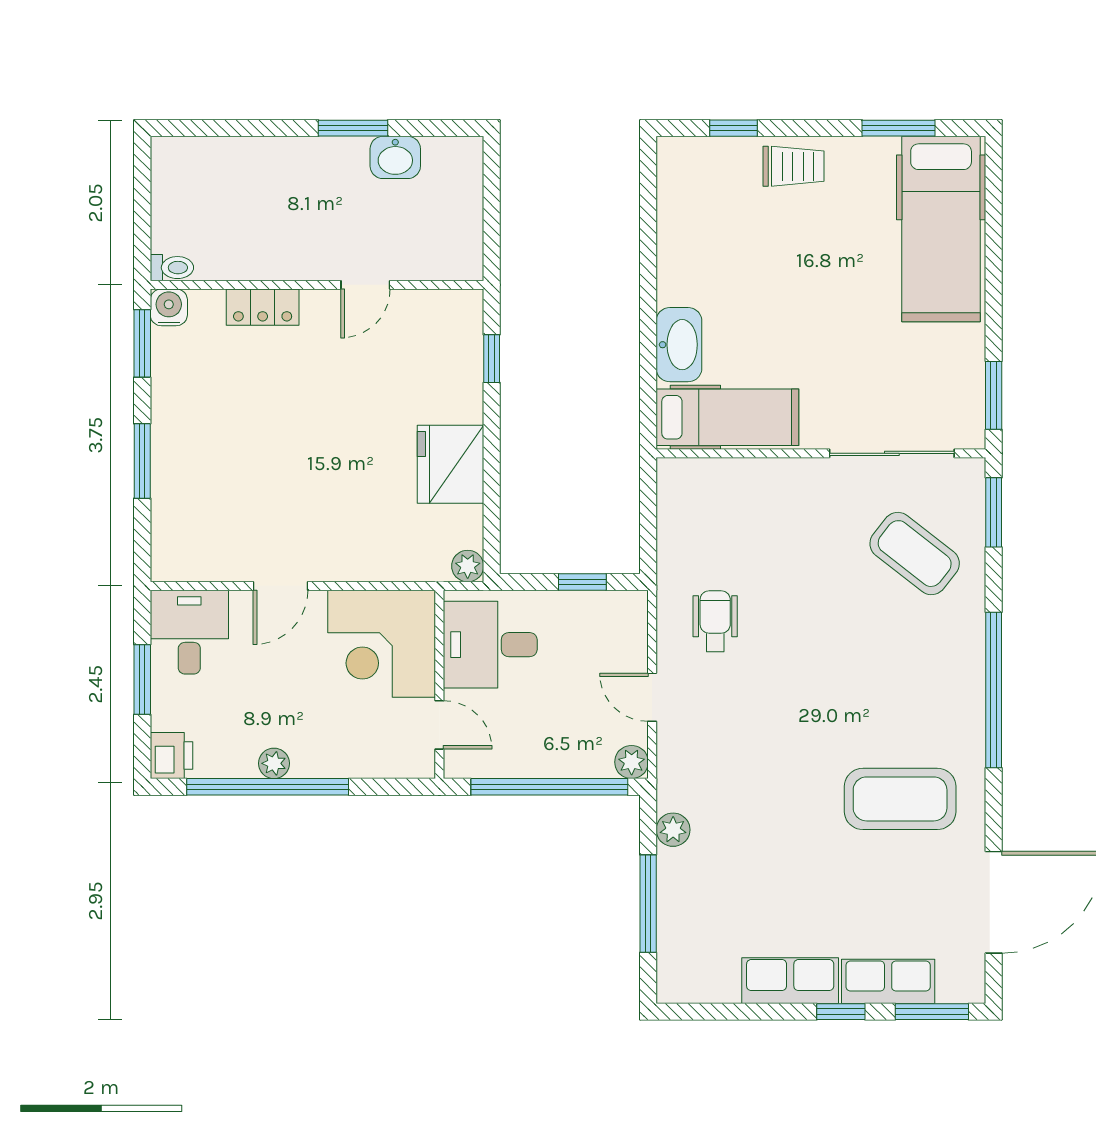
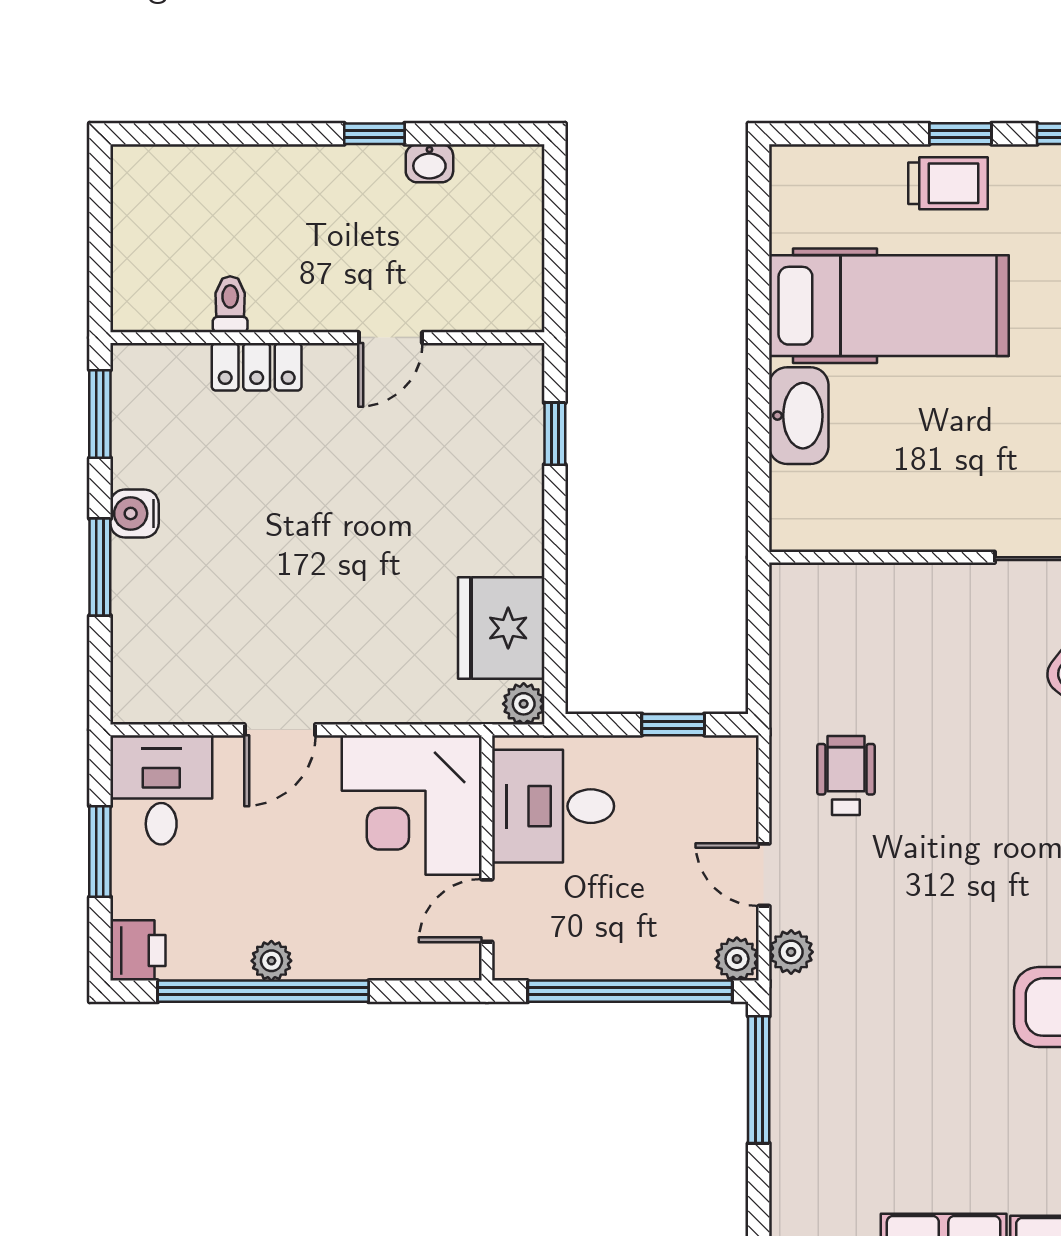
window: (353, 128) -> (374, 134), width x0.67
window: (734, 128) -> (960, 134), moved
washbasin: (395, 157) -> (429, 163), width x0.72, depth x0.69
toilet: (172, 268) -> (230, 304), moved, turned -90
water cooler: (169, 307) -> (134, 513), moved, turned -90
hospital bed: (727, 417) -> (889, 306), moved, width x1.37, depth x1.29
fridge: (450, 464) -> (501, 628), moved
door: (439, 725) -> (487, 911), swing flipped
plant: (673, 830) -> (791, 952), moved
window: (648, 904) -> (759, 1080), moved

